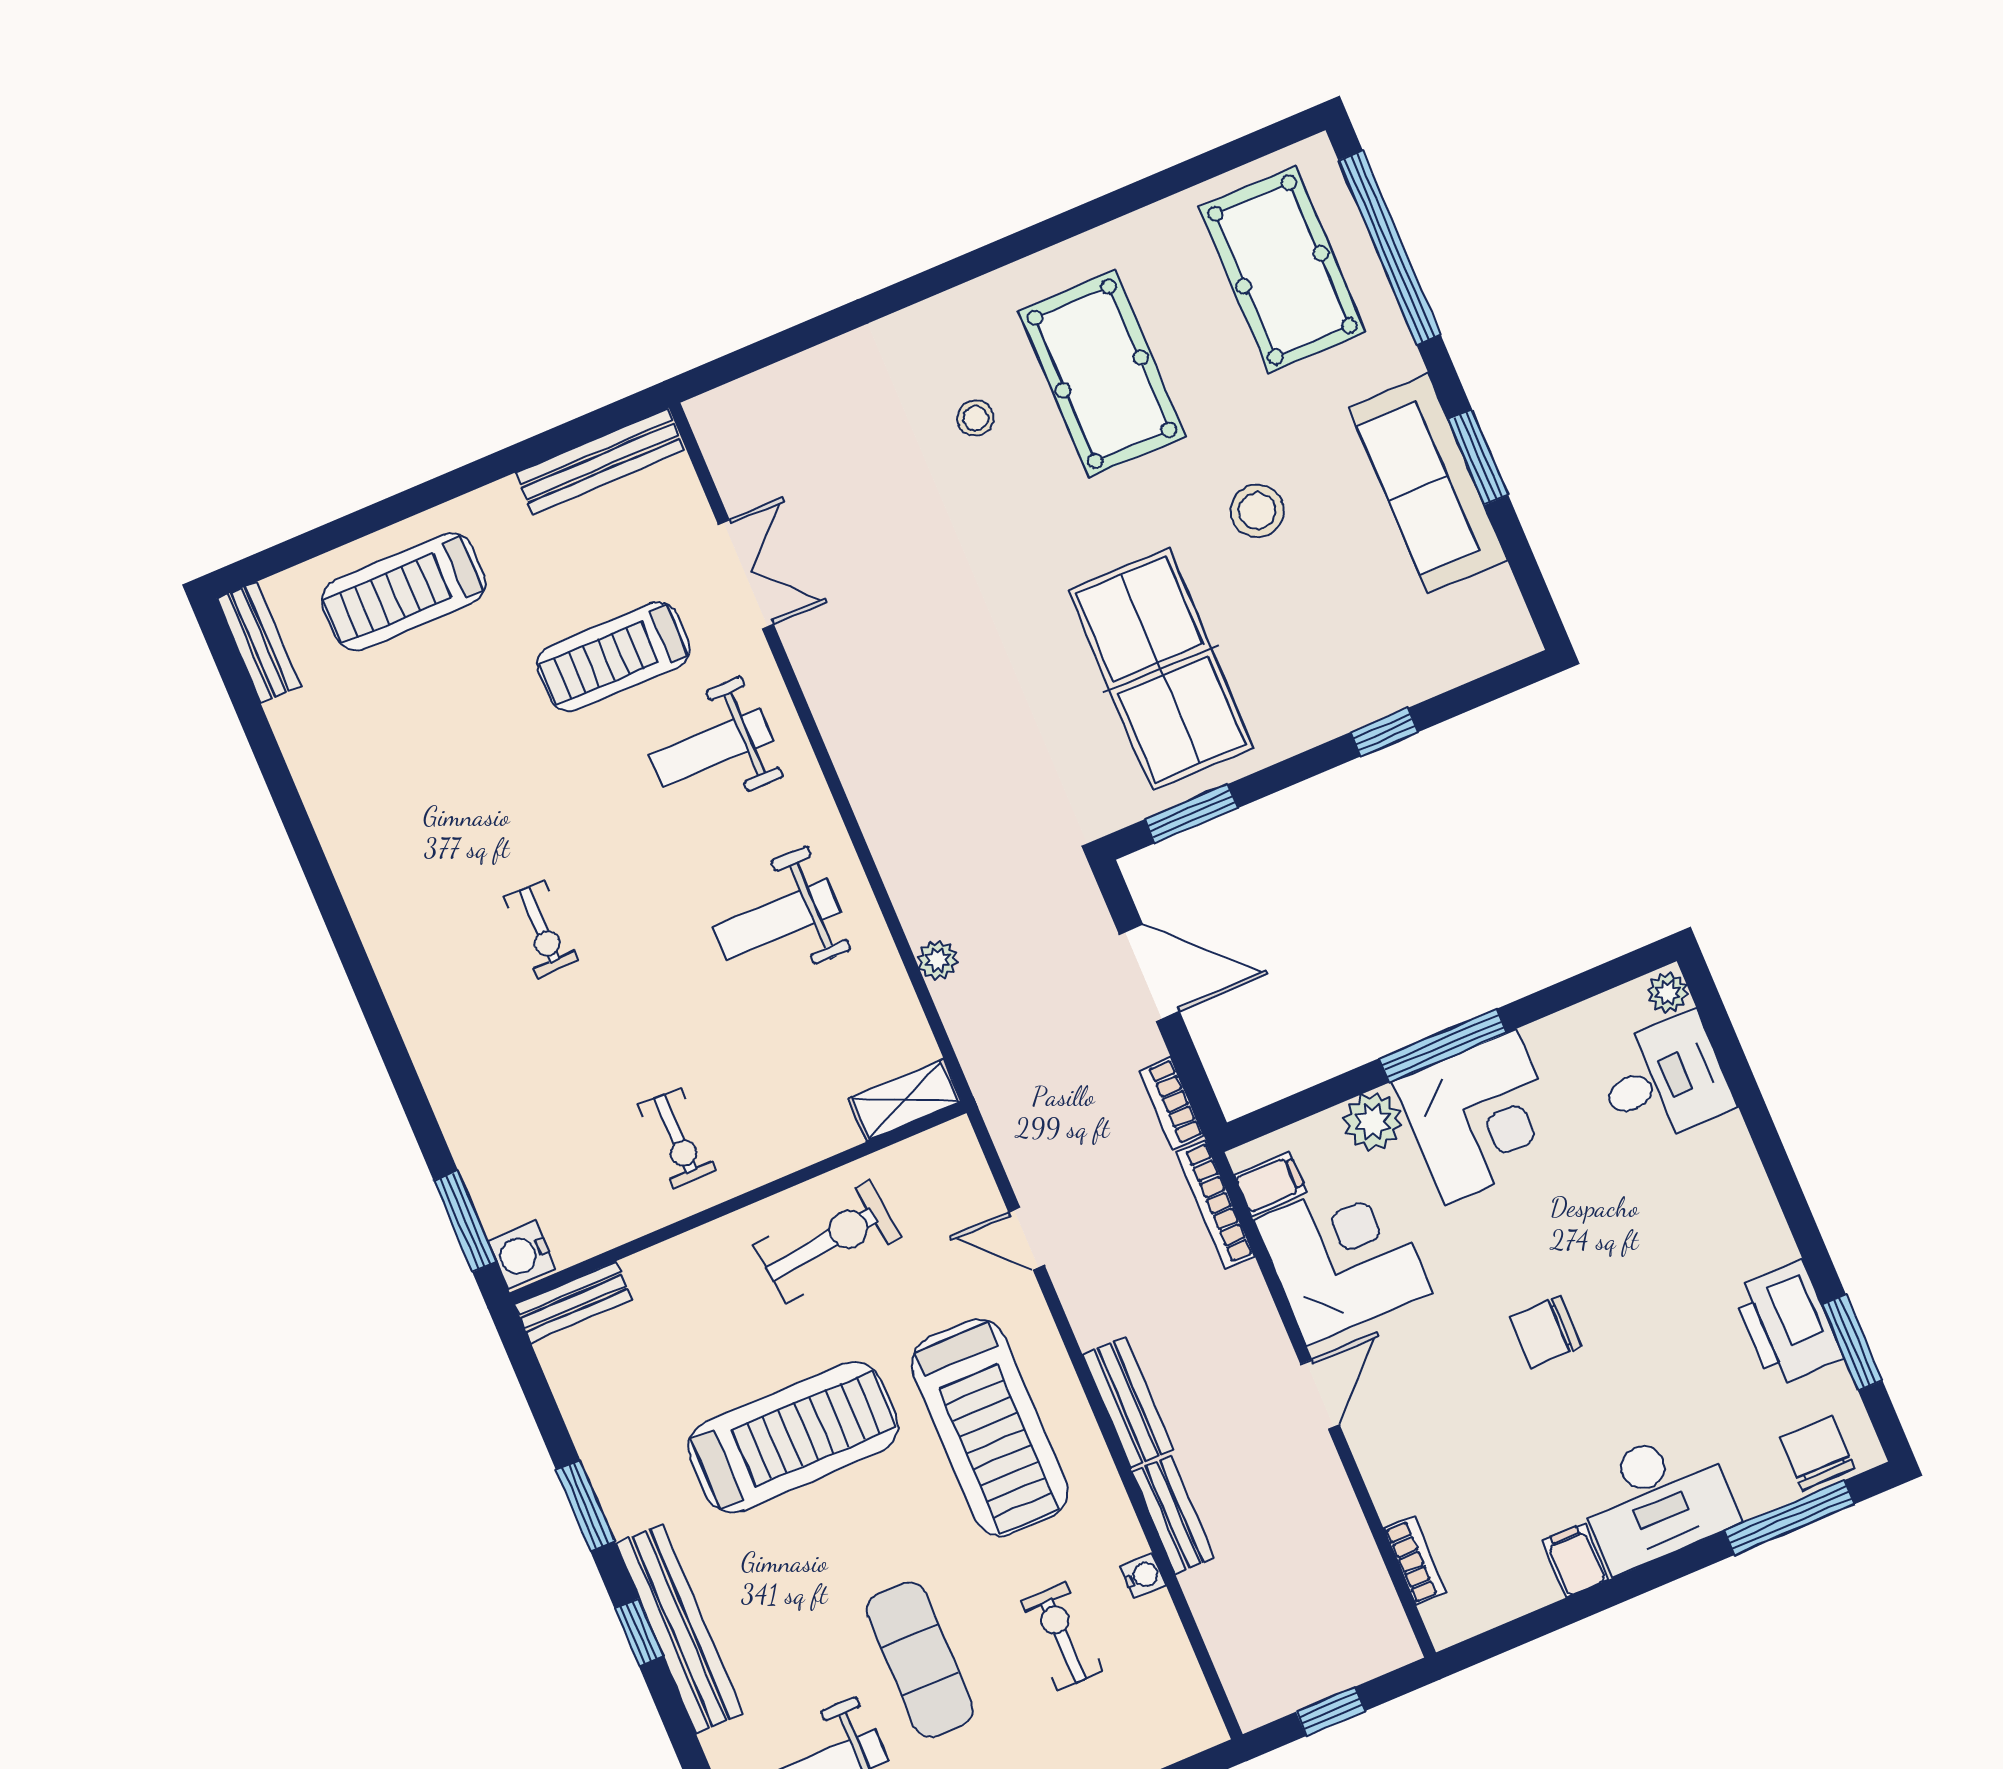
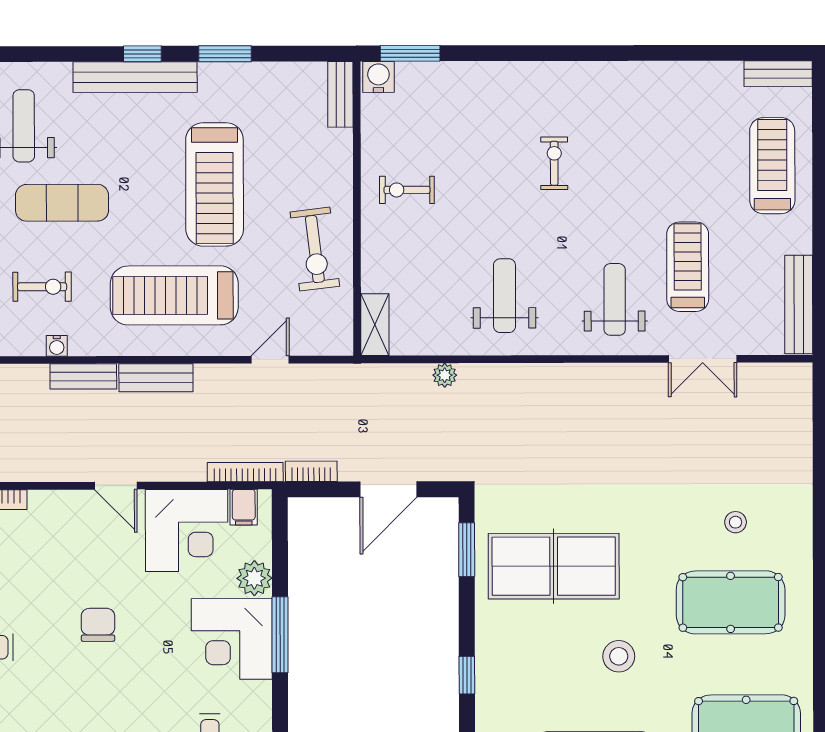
exercise bike: (541, 929) -> (554, 163), turned 90

